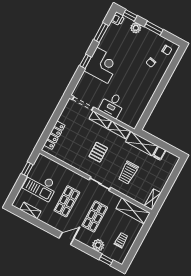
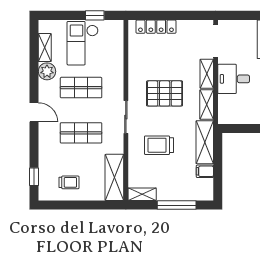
pallet: (98, 152) -> (165, 93), width x1.50, depth x1.42
window: (171, 182) -> (177, 205), added
plant: (98, 245) -> (47, 71), moved

